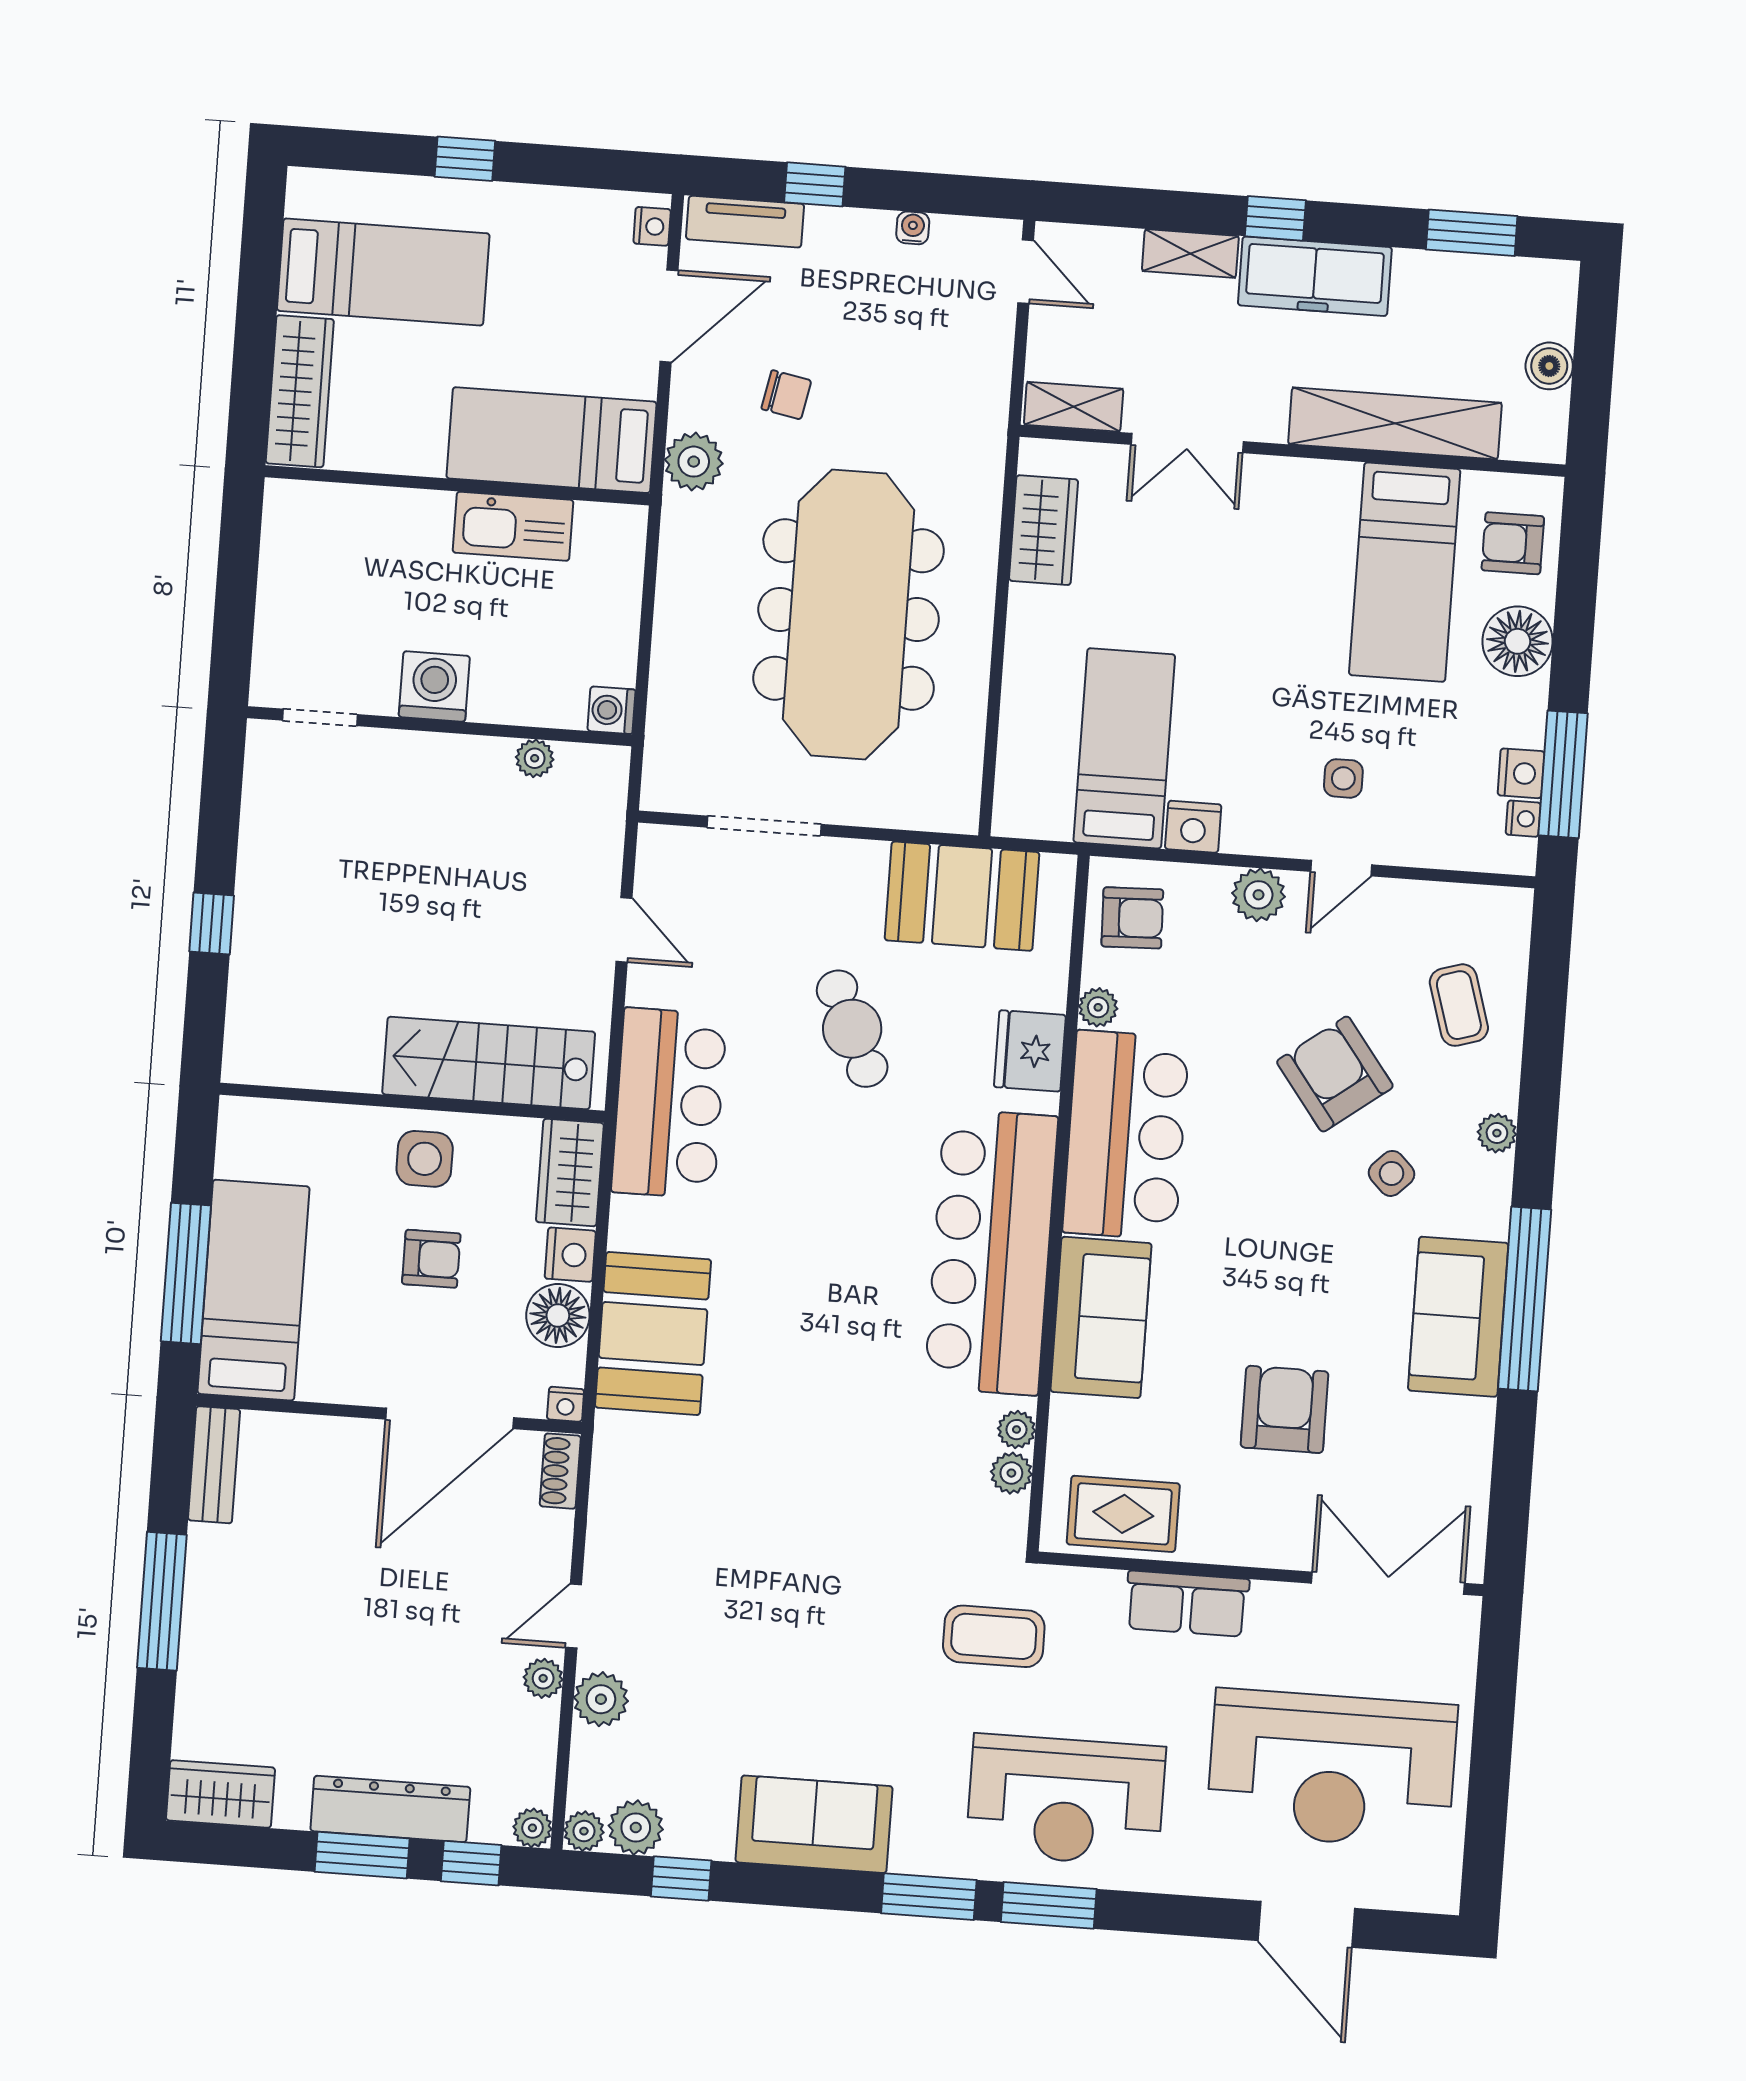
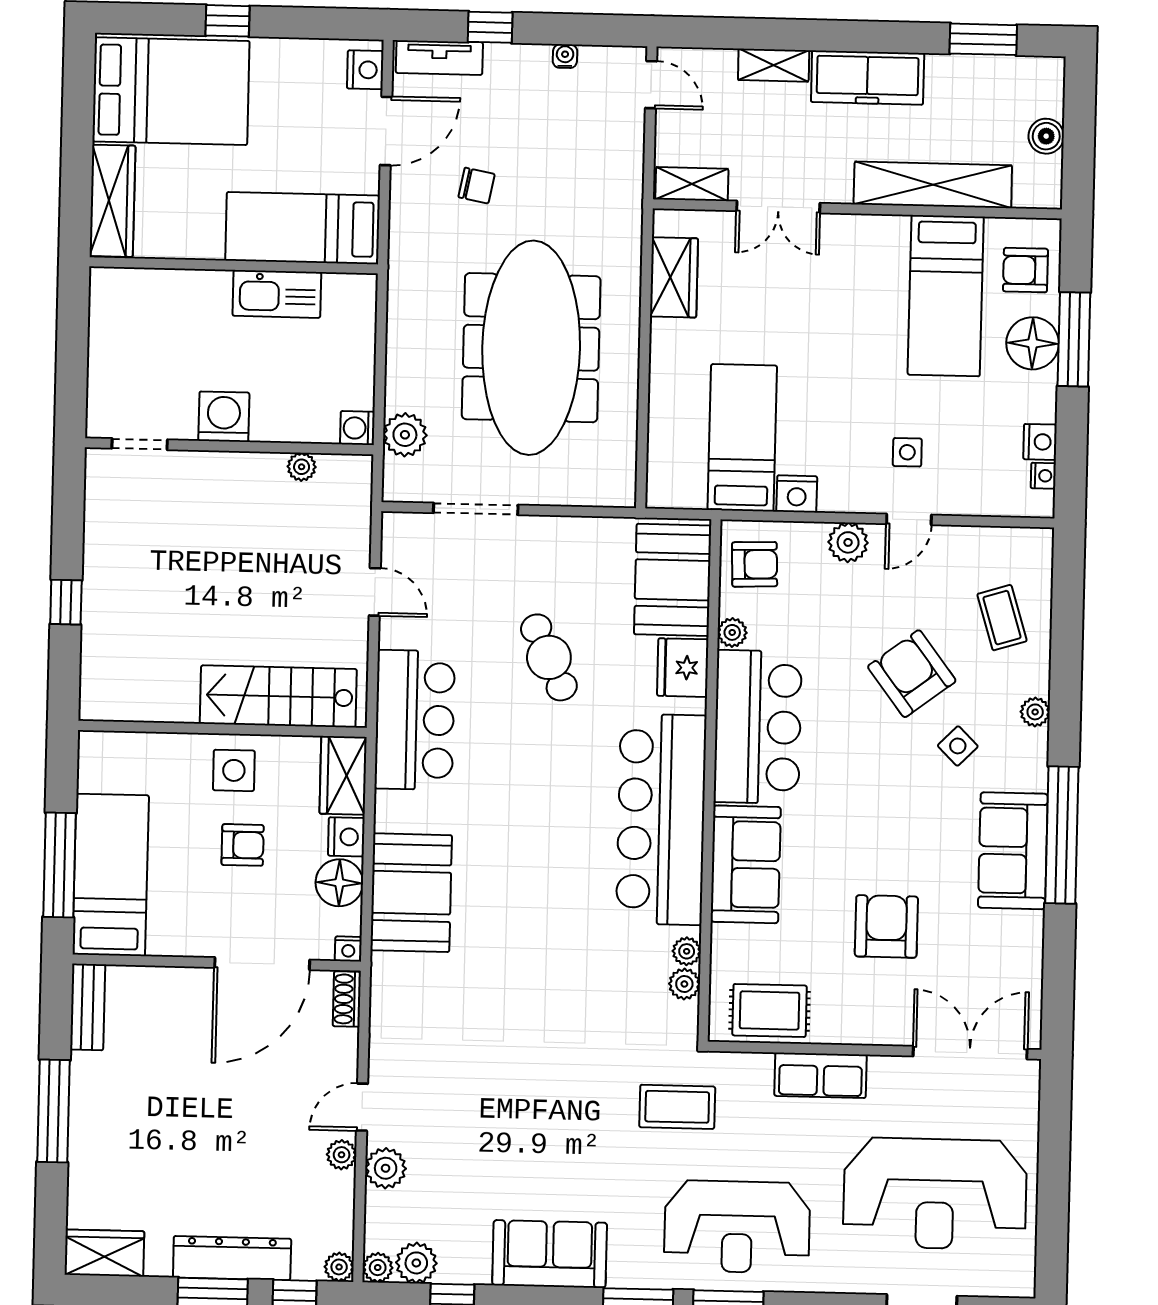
window: (1275, 218) -> (836, 36), removed
nightstand: (652, 226) -> (365, 70), width x1.39, depth x1.35
bed: (383, 272) -> (171, 91), width x1.50
plant: (694, 462) -> (405, 435), moved
window: (1563, 774) -> (1074, 339), moved
booth: (962, 896) -> (673, 580), moved, turned 90

